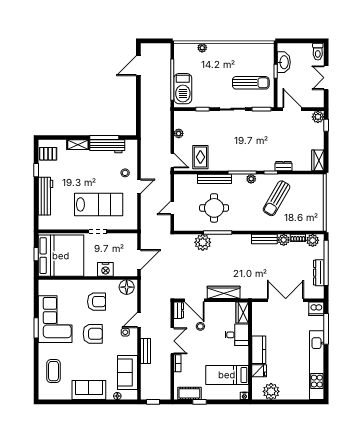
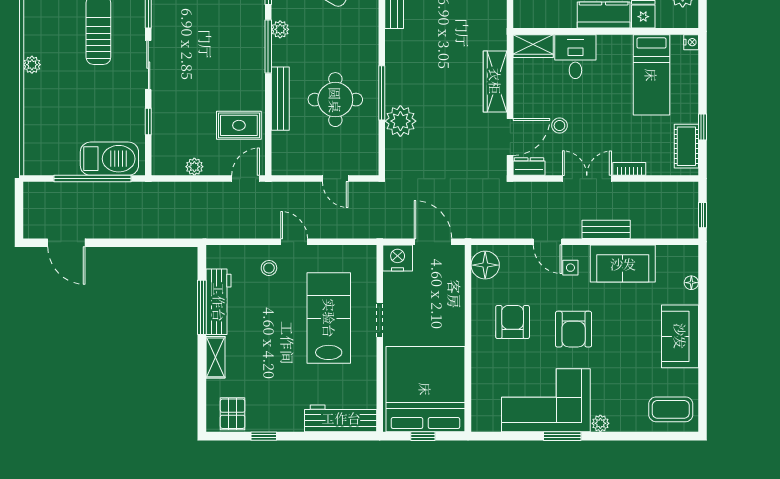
plant: (202, 48) -> (32, 65), moved
workbench: (46, 196) -> (341, 418), moved
nightstand: (105, 269) -> (398, 258), moved, turned -90
armchair: (93, 334) -> (574, 329), turned 180
plant: (43, 348) -> (600, 423), added
coffee table: (54, 371) -> (671, 409), moved
sofa: (127, 372) -> (623, 264), moved

